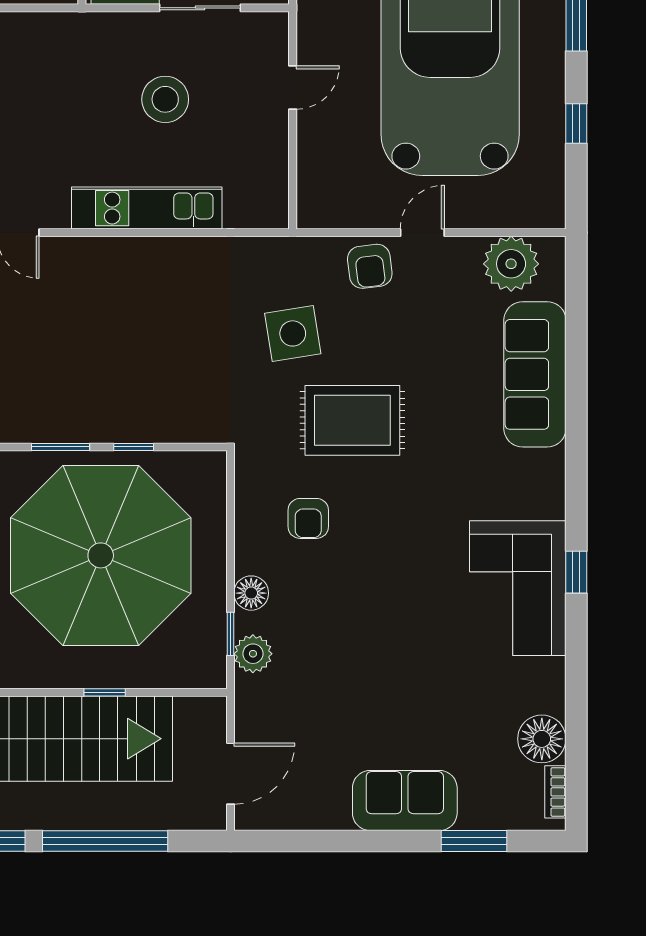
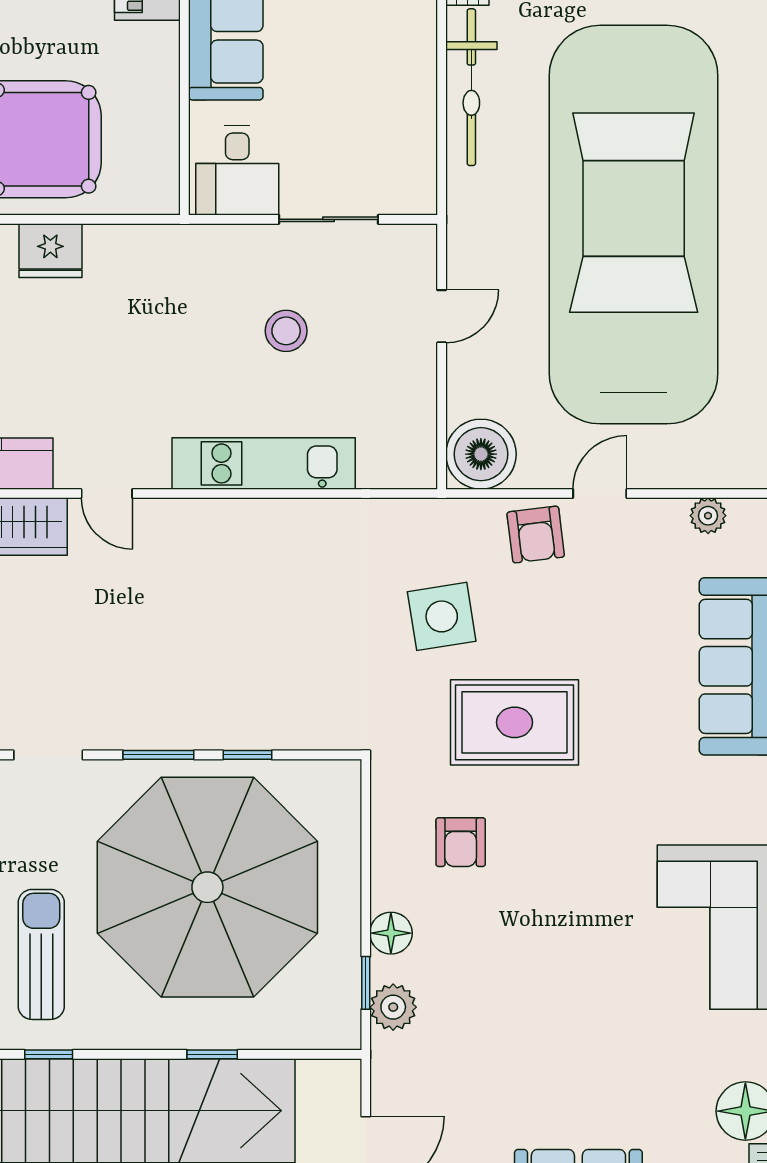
stool: (165, 99) -> (286, 331), width x0.73, depth x0.73
boiler: (325, 200) -> (481, 454), added
plant: (511, 264) -> (708, 516), width x0.53, depth x0.53

